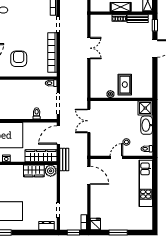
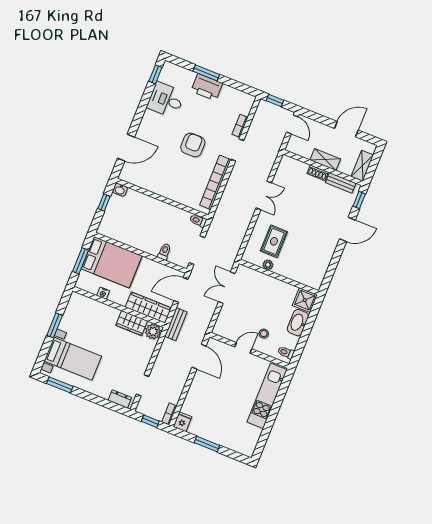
armchair: (19, 59) -> (193, 145), moved
rug: (125, 85) -> (274, 241), moved

